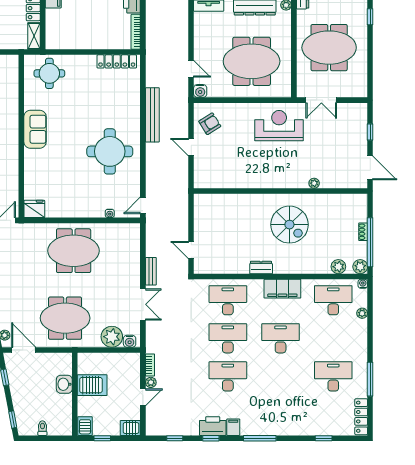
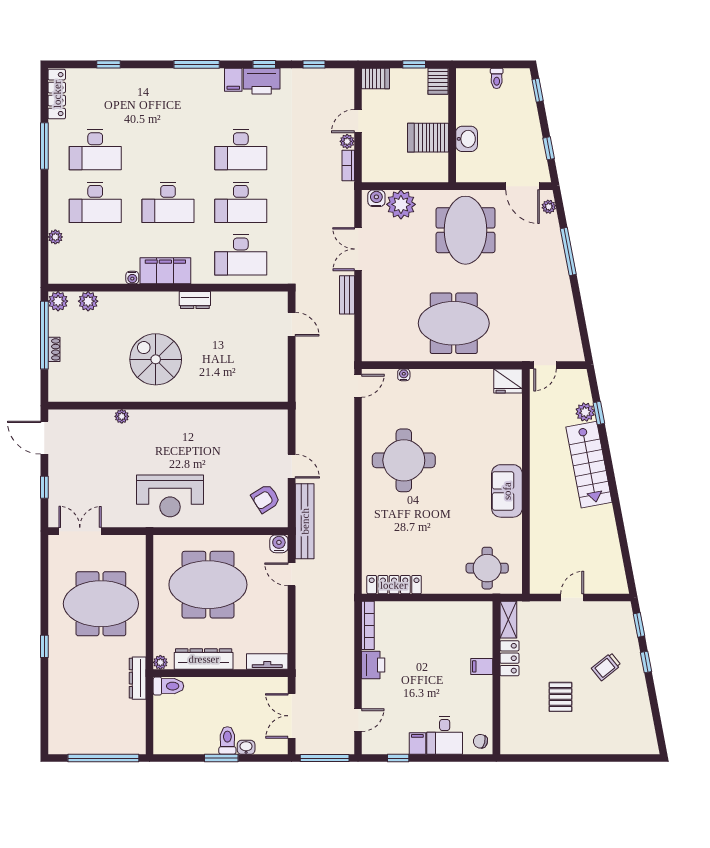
double door: (321, 100) -> (80, 531), moved
bench: (152, 115) -> (305, 521), moved
water cooler: (363, 284) -> (132, 278), moved
desk: (333, 300) -> (95, 202), moved
meeting table: (65, 318) -> (465, 230), turned 90

